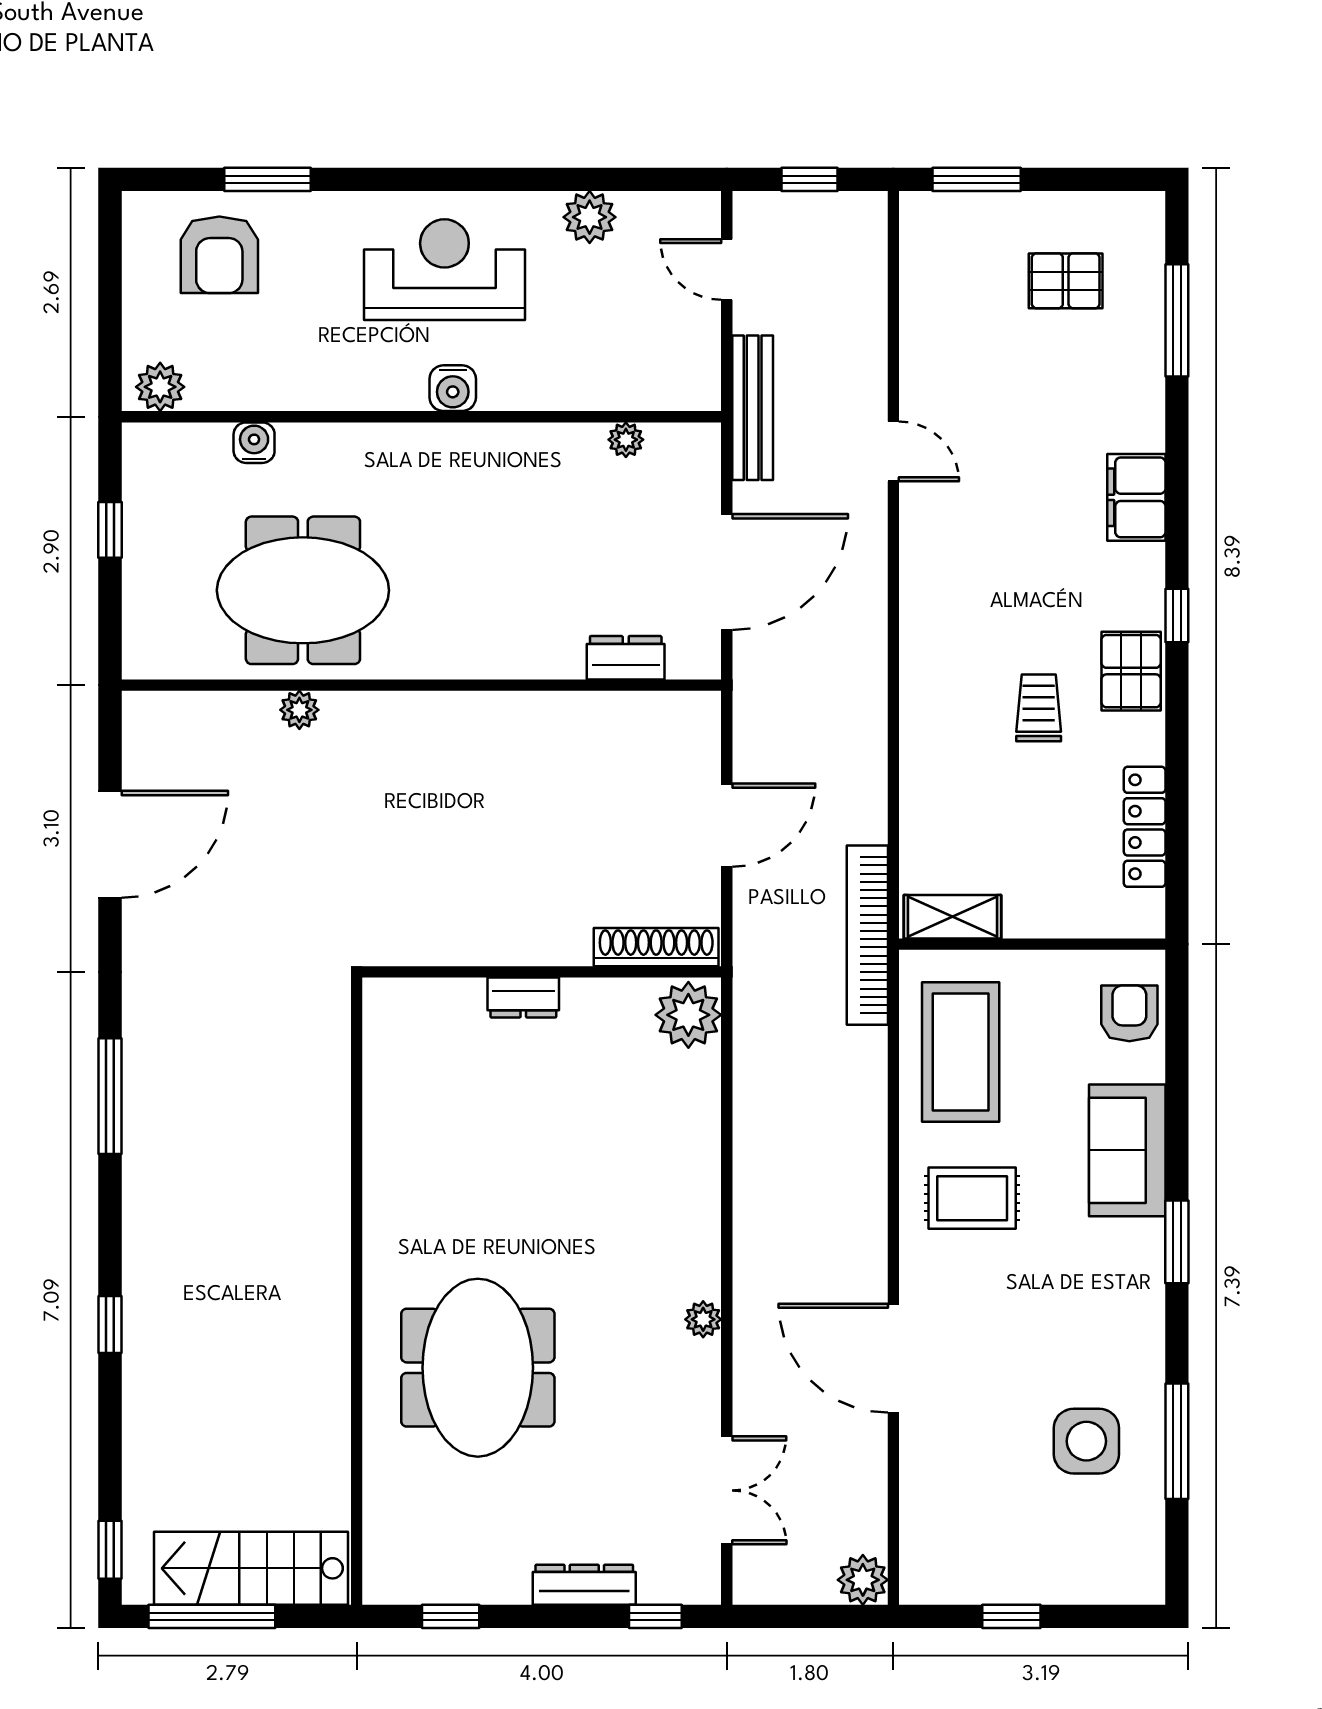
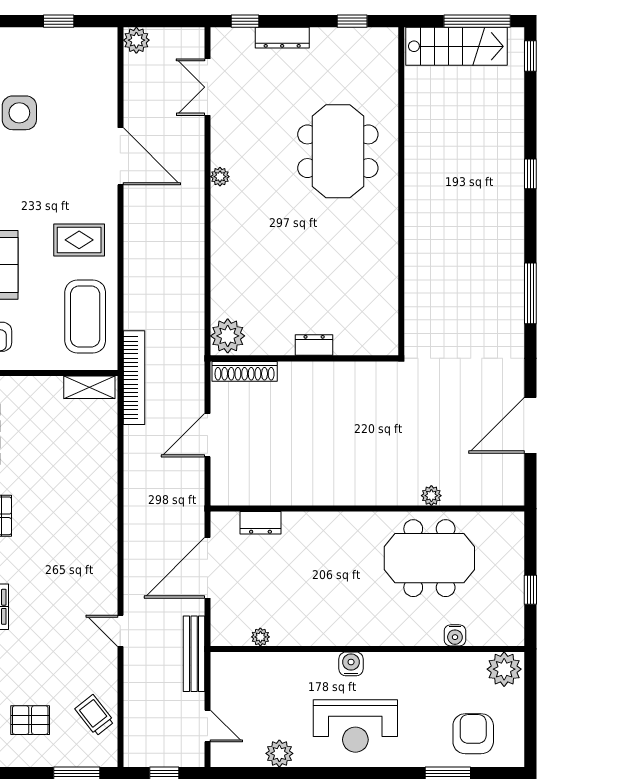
plant: (160, 387) -> (504, 669), width x1.36, depth x1.36
trolley: (1039, 708) -> (95, 715), moved, turned 142

